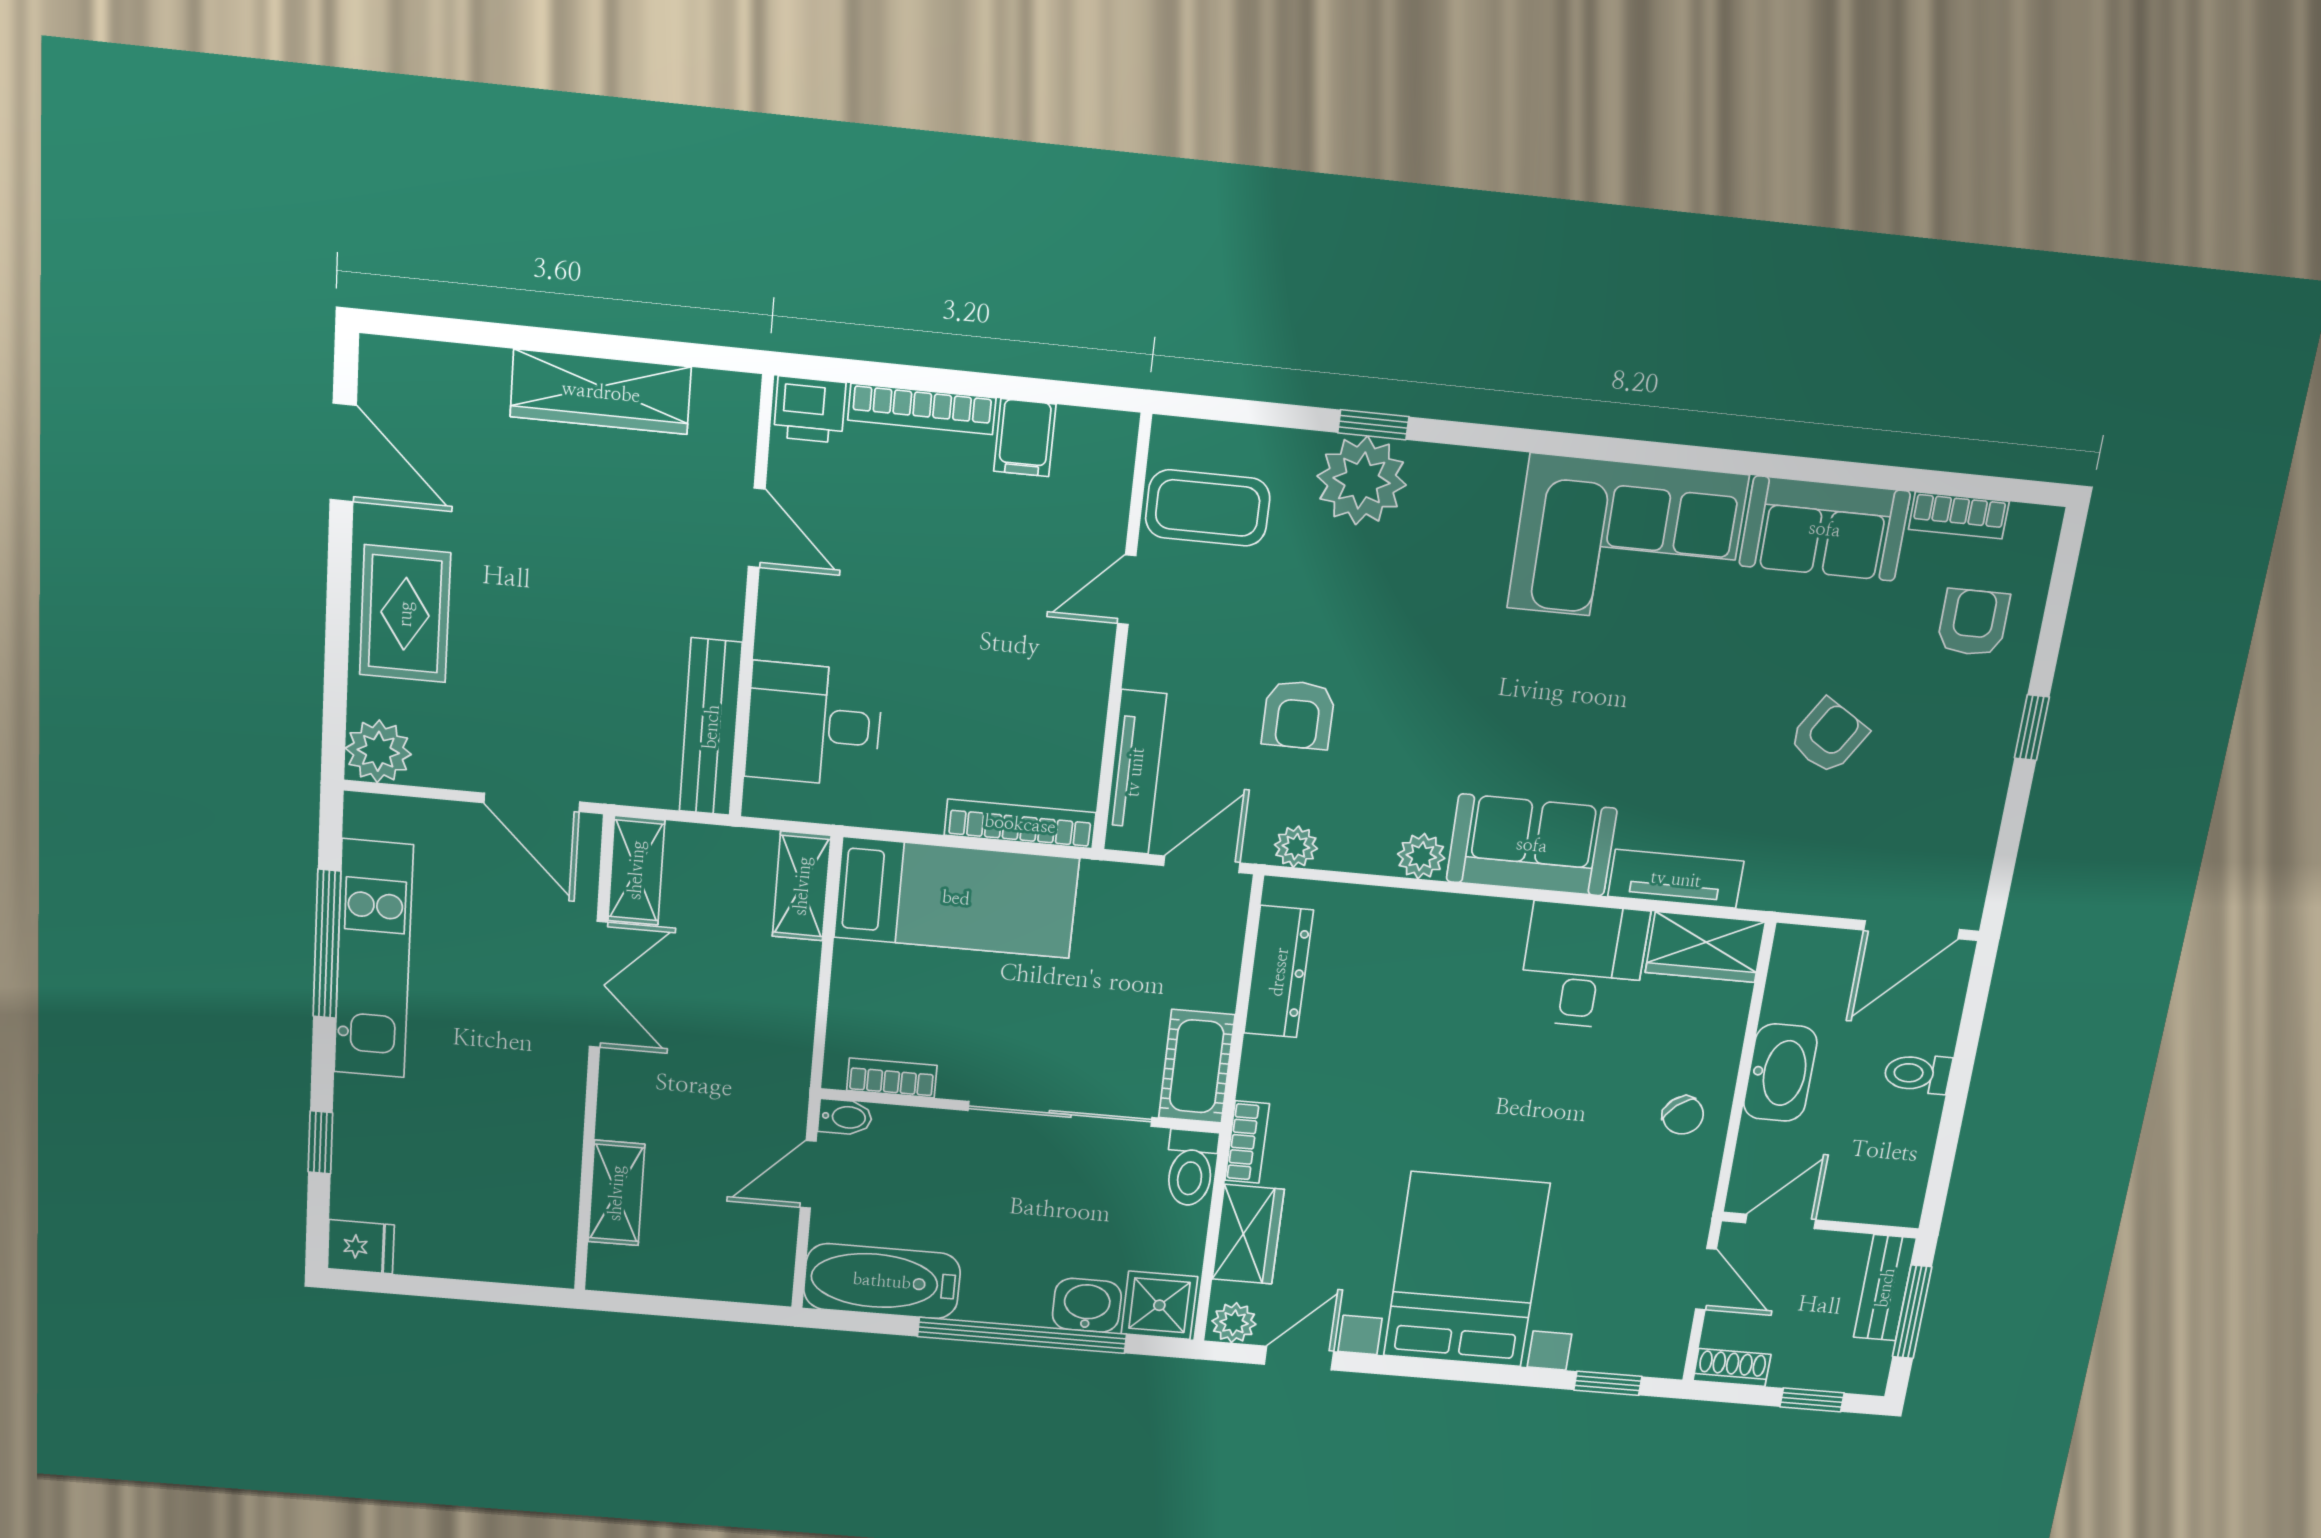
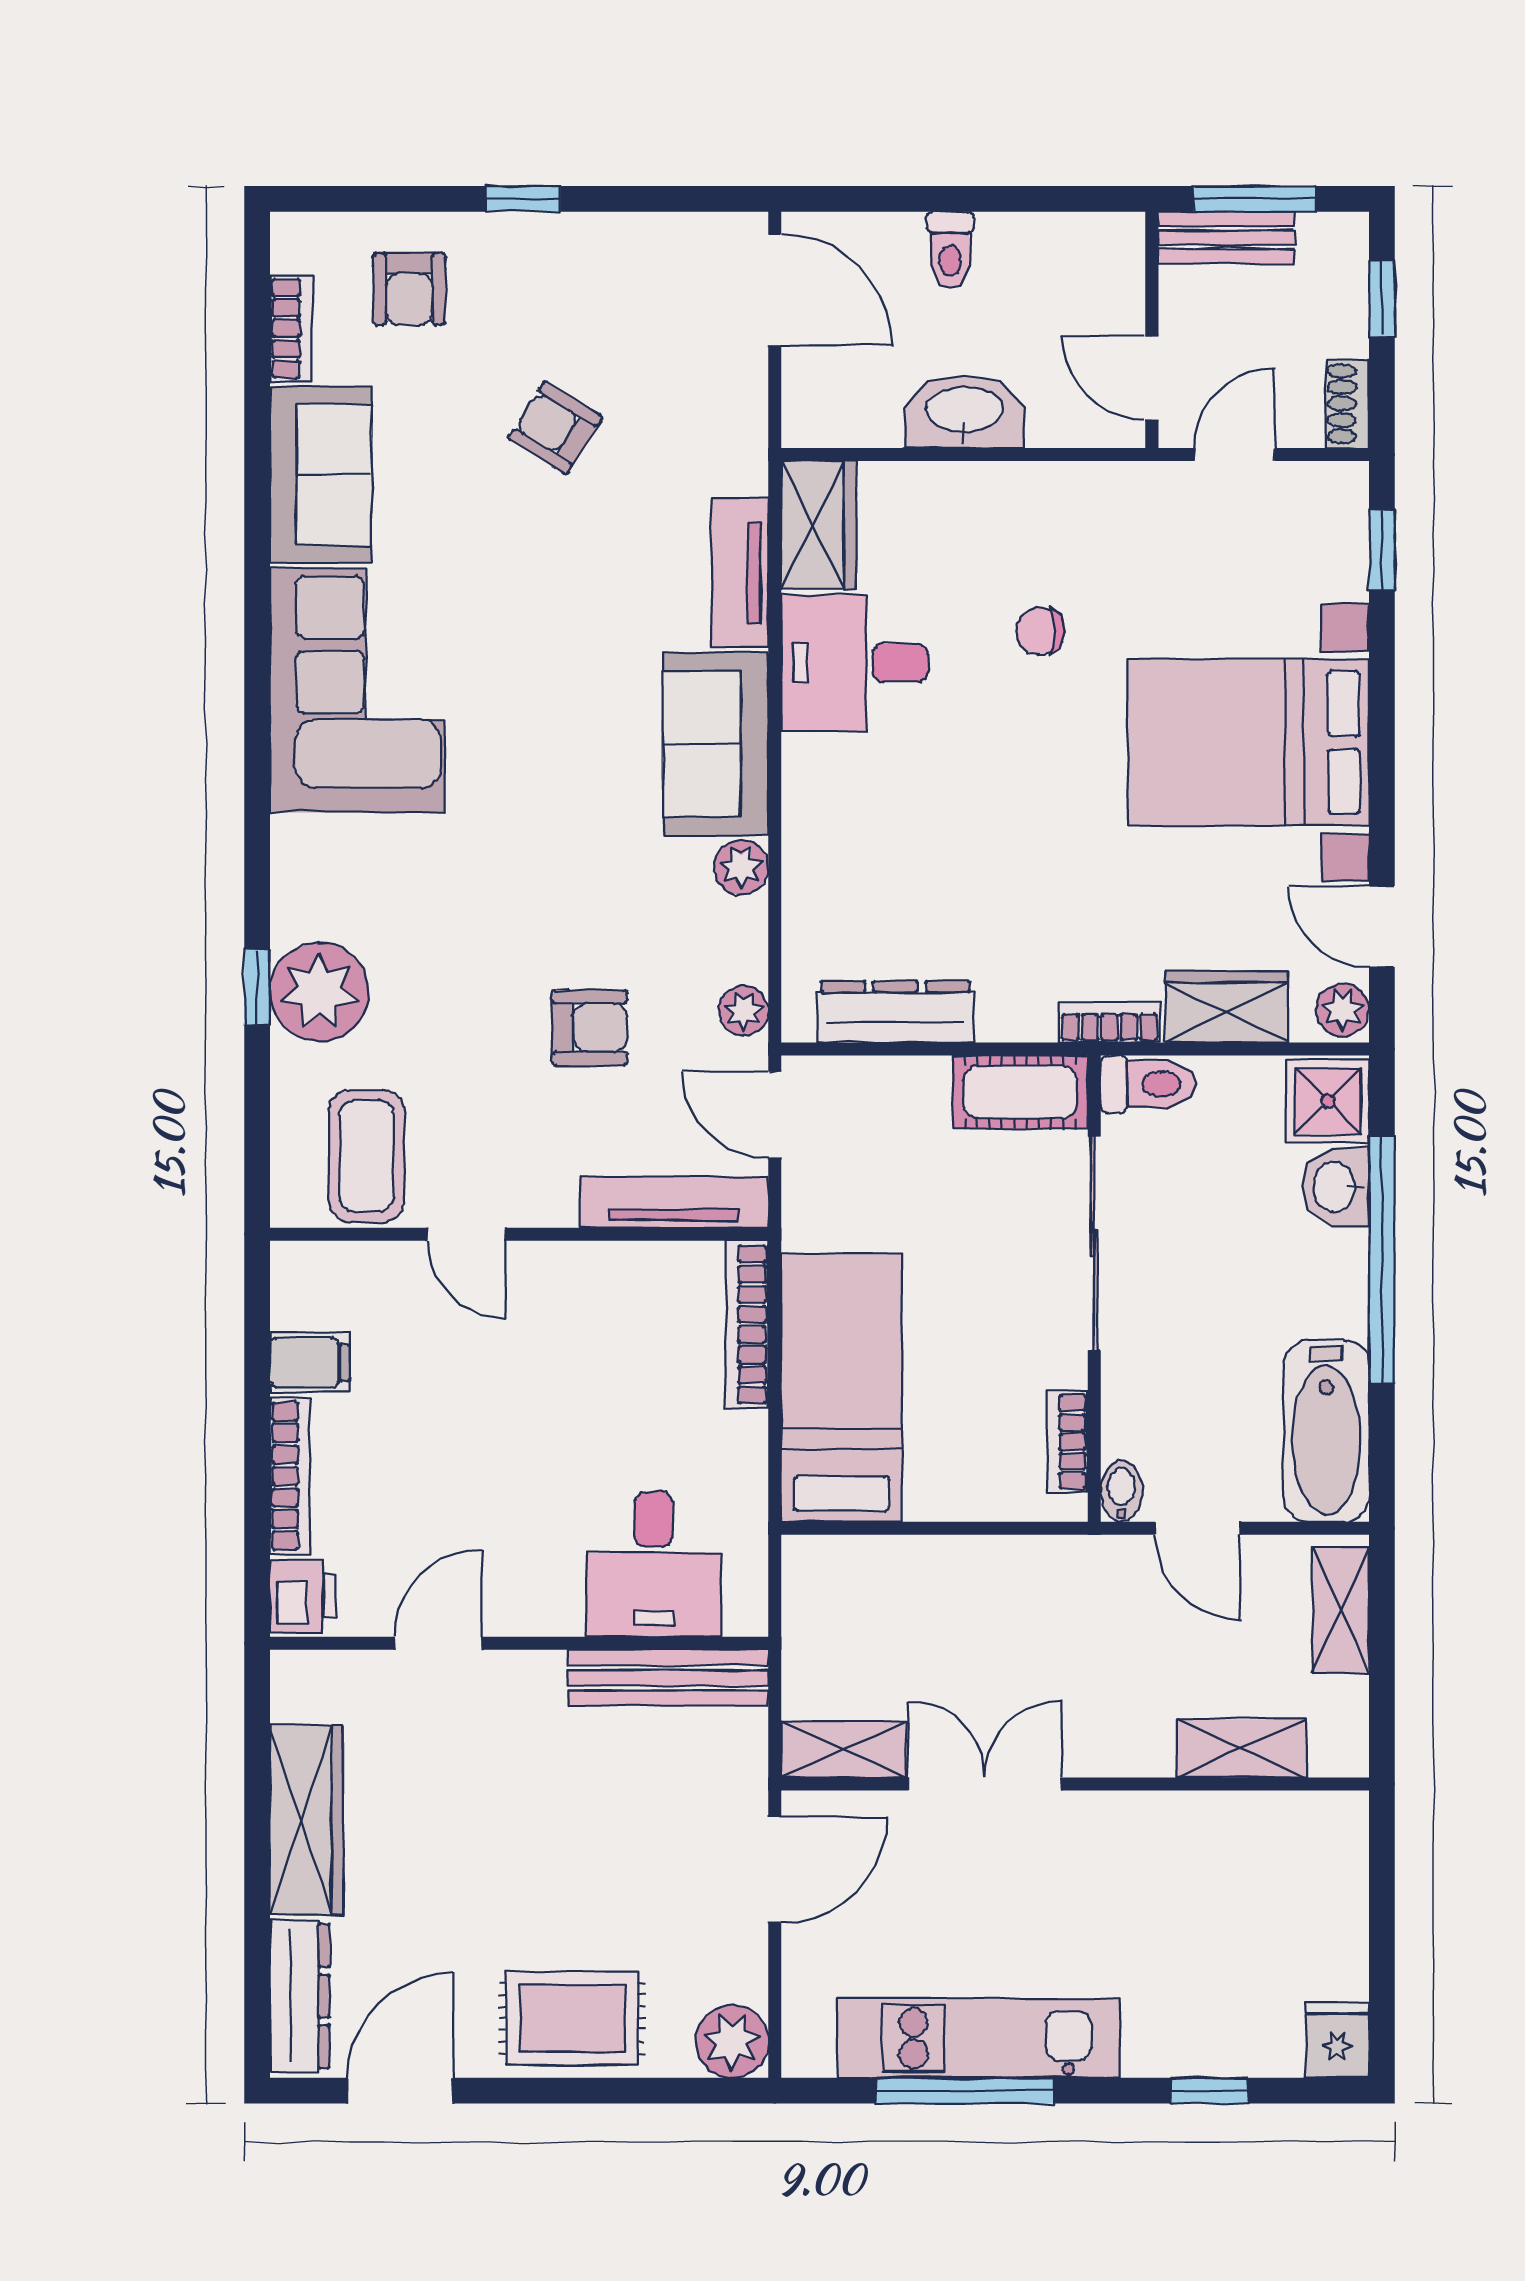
dresser: (436, 369) -> (300, 1996), added
armchair: (1973, 622) -> (409, 289), turned -90
shelving: (802, 886) -> (1341, 1610), moved, turned 90
chair: (1683, 1115) -> (1040, 631), moved, turned -139

